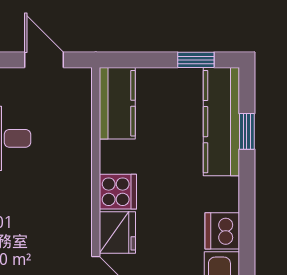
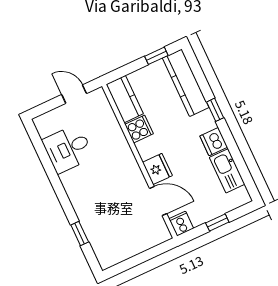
window: (247, 131) -> (215, 110), moved
cooker: (118, 192) -> (139, 129), moved

